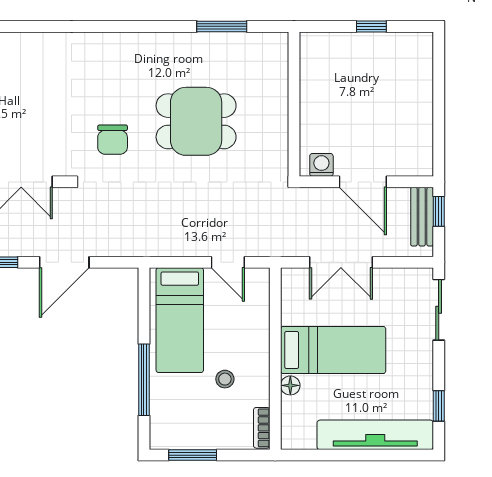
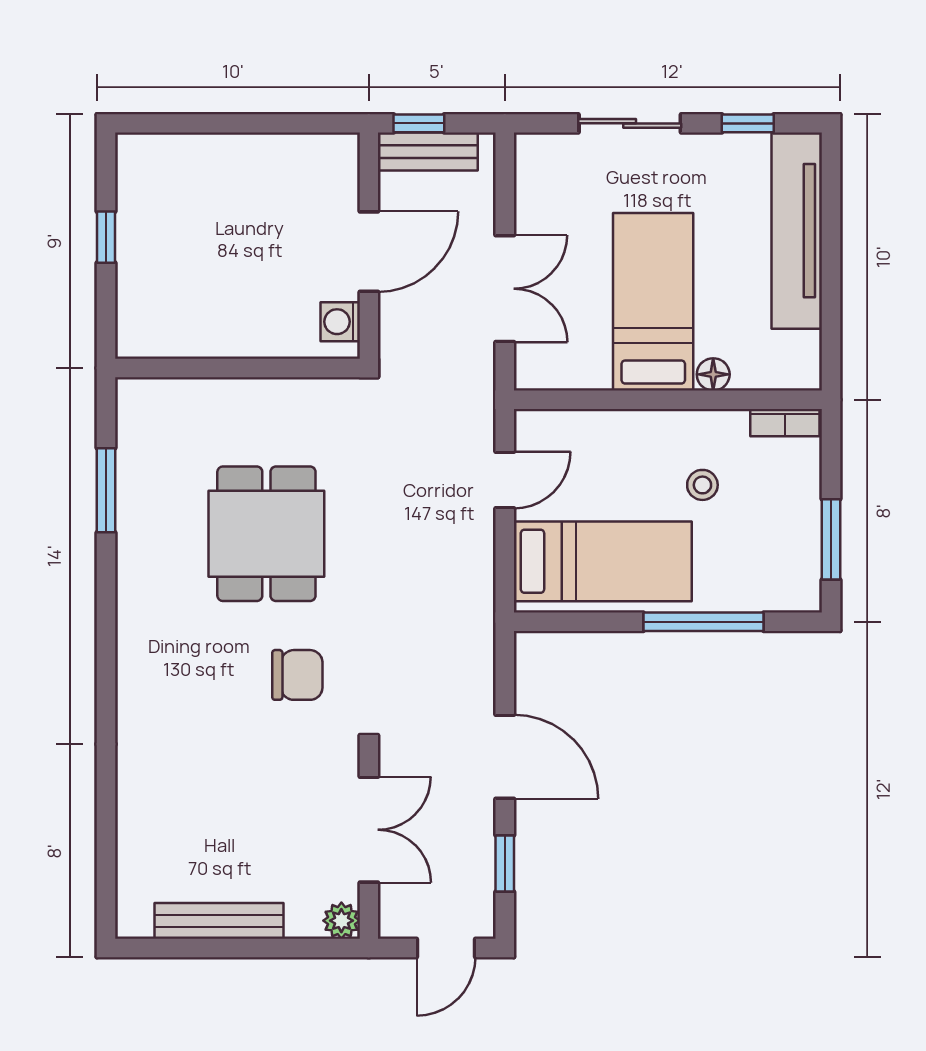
sliding door: (439, 310) -> (630, 123), moved

